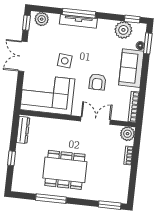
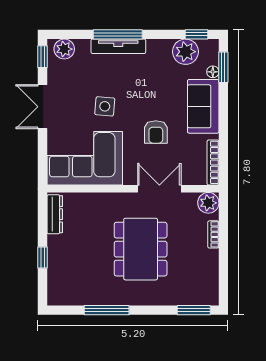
dining table: (65, 170) -> (141, 249), moved, turned 90

